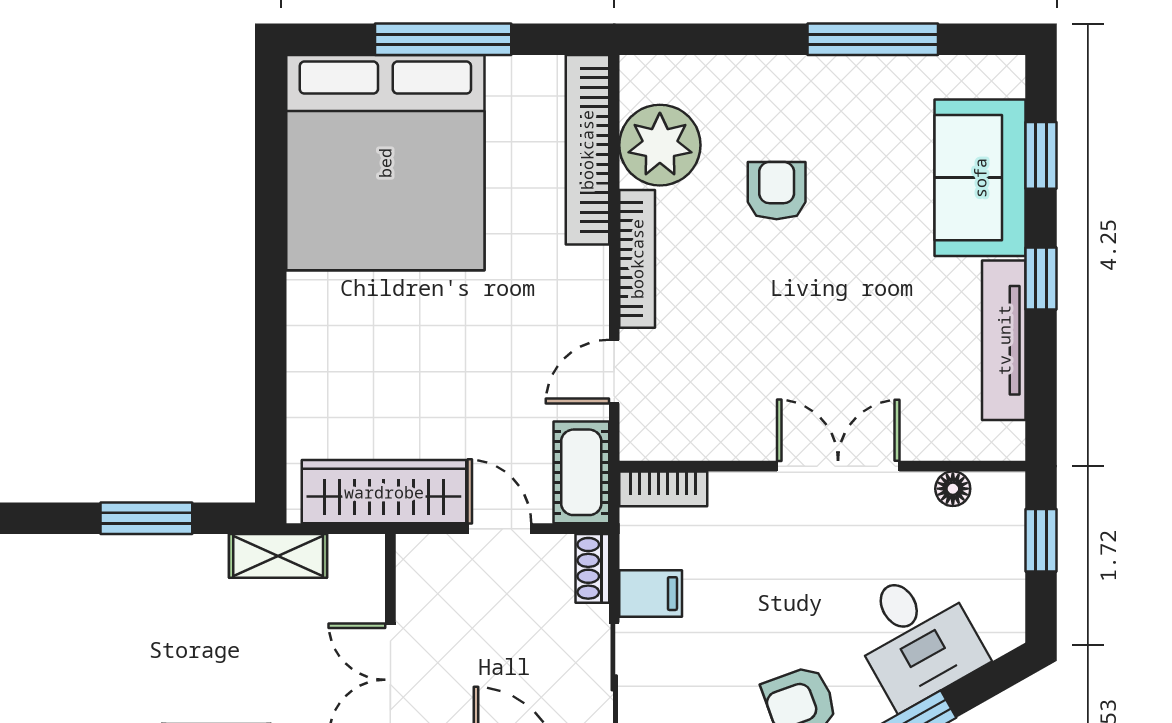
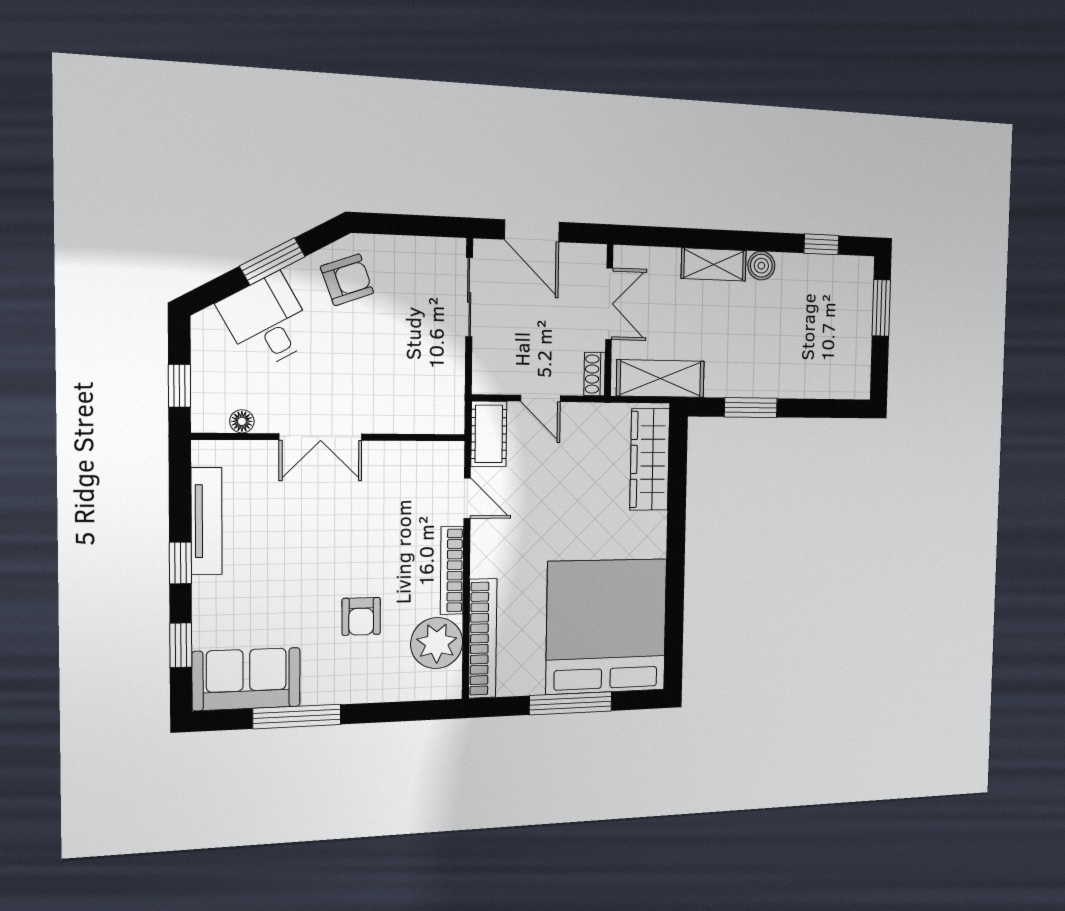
sofa: (980, 178) -> (246, 679), moved, turned -90
door: (614, 372) -> (467, 498), hinge flipped
bookcase: (663, 489) -> (436, 423), removed
wardrobe: (384, 492) -> (650, 459), moved, turned 90
shelving: (278, 556) -> (661, 379), width x1.50, depth x1.33
shoe rack: (592, 568) -> (595, 374), moved, turned 180
filing cabinet: (651, 594) -> (445, 355), removed

